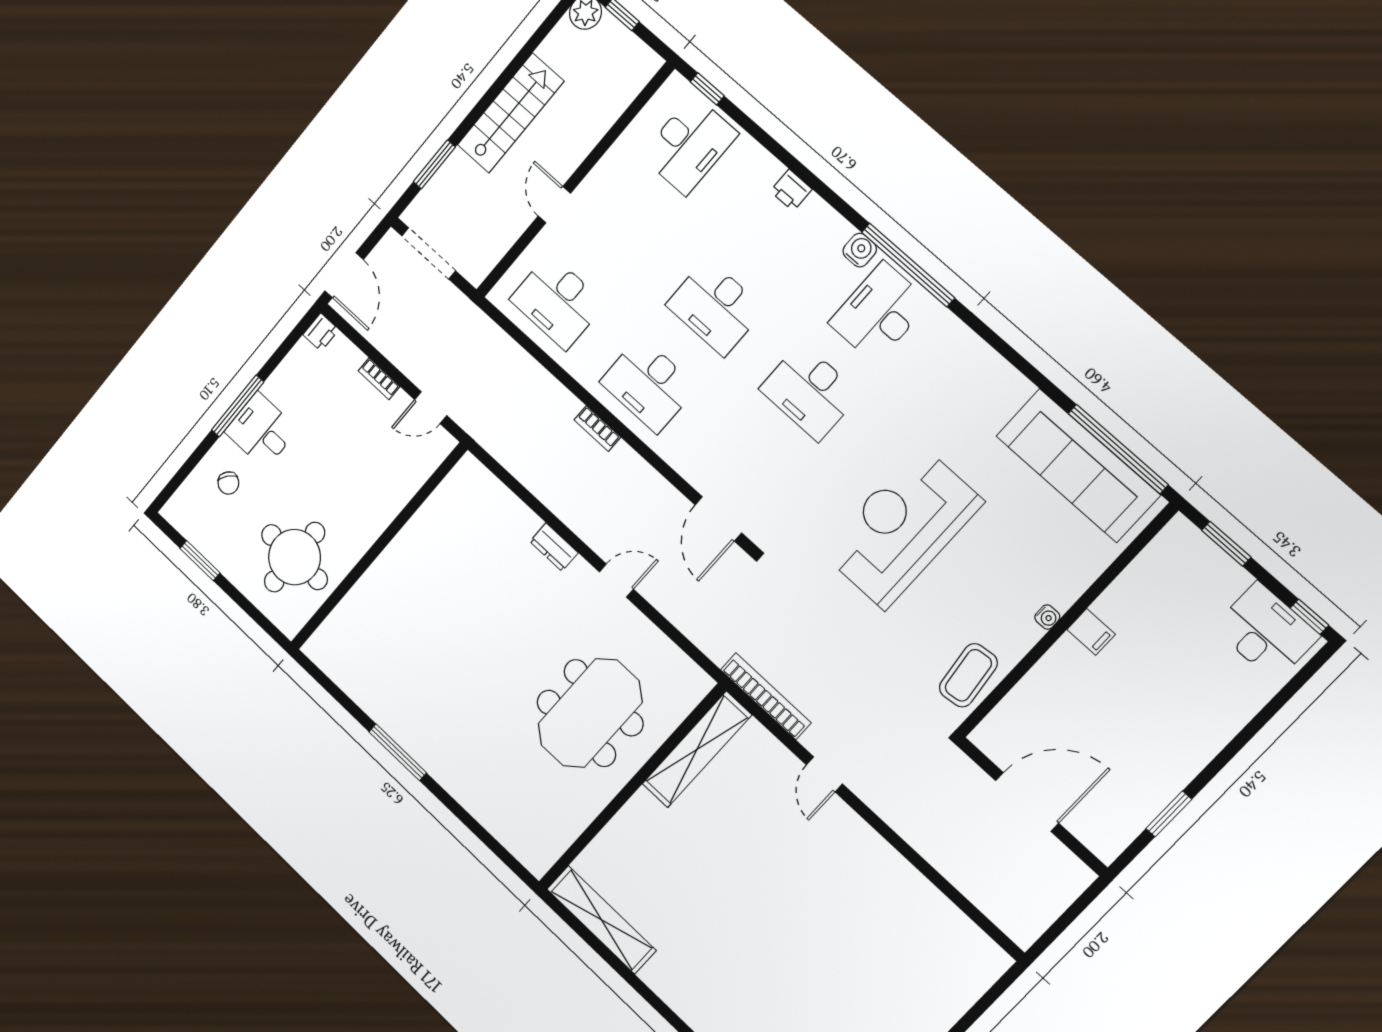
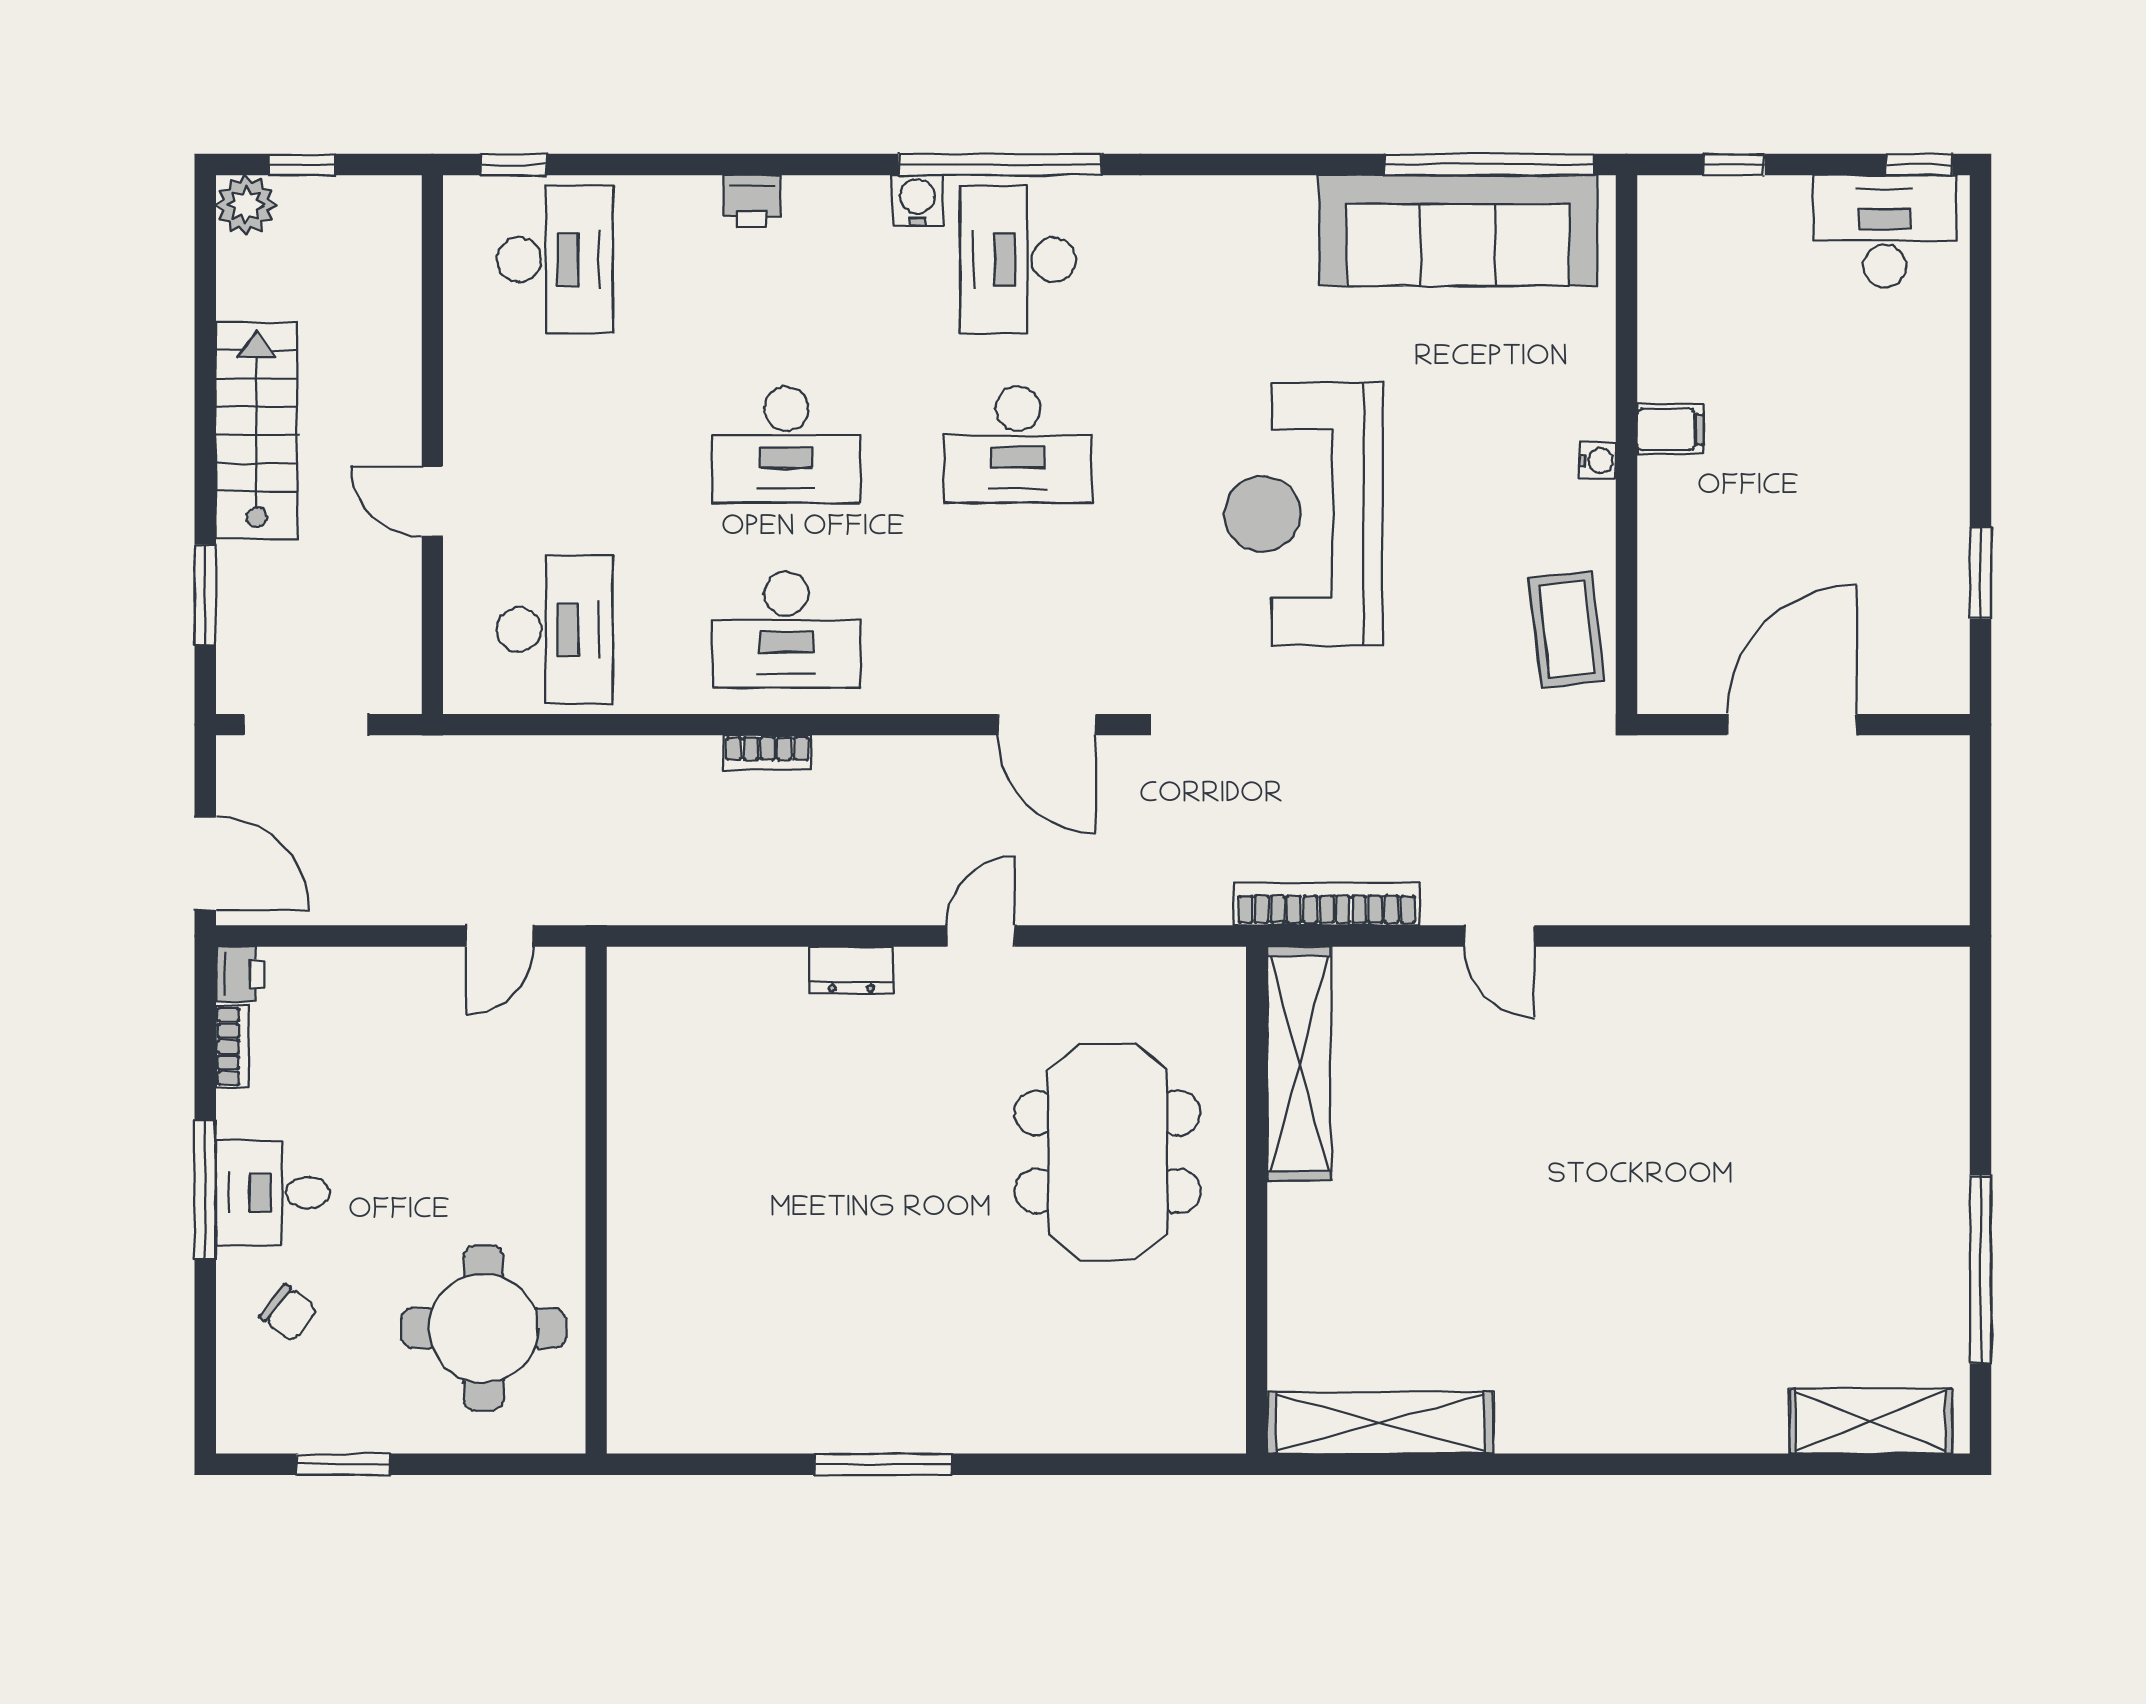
desk: (557, 302) -> (555, 630), turned -90
bookcase: (379, 379) -> (232, 1047), moved, turned -90
window: (1226, 544) -> (1734, 165), width x0.67

